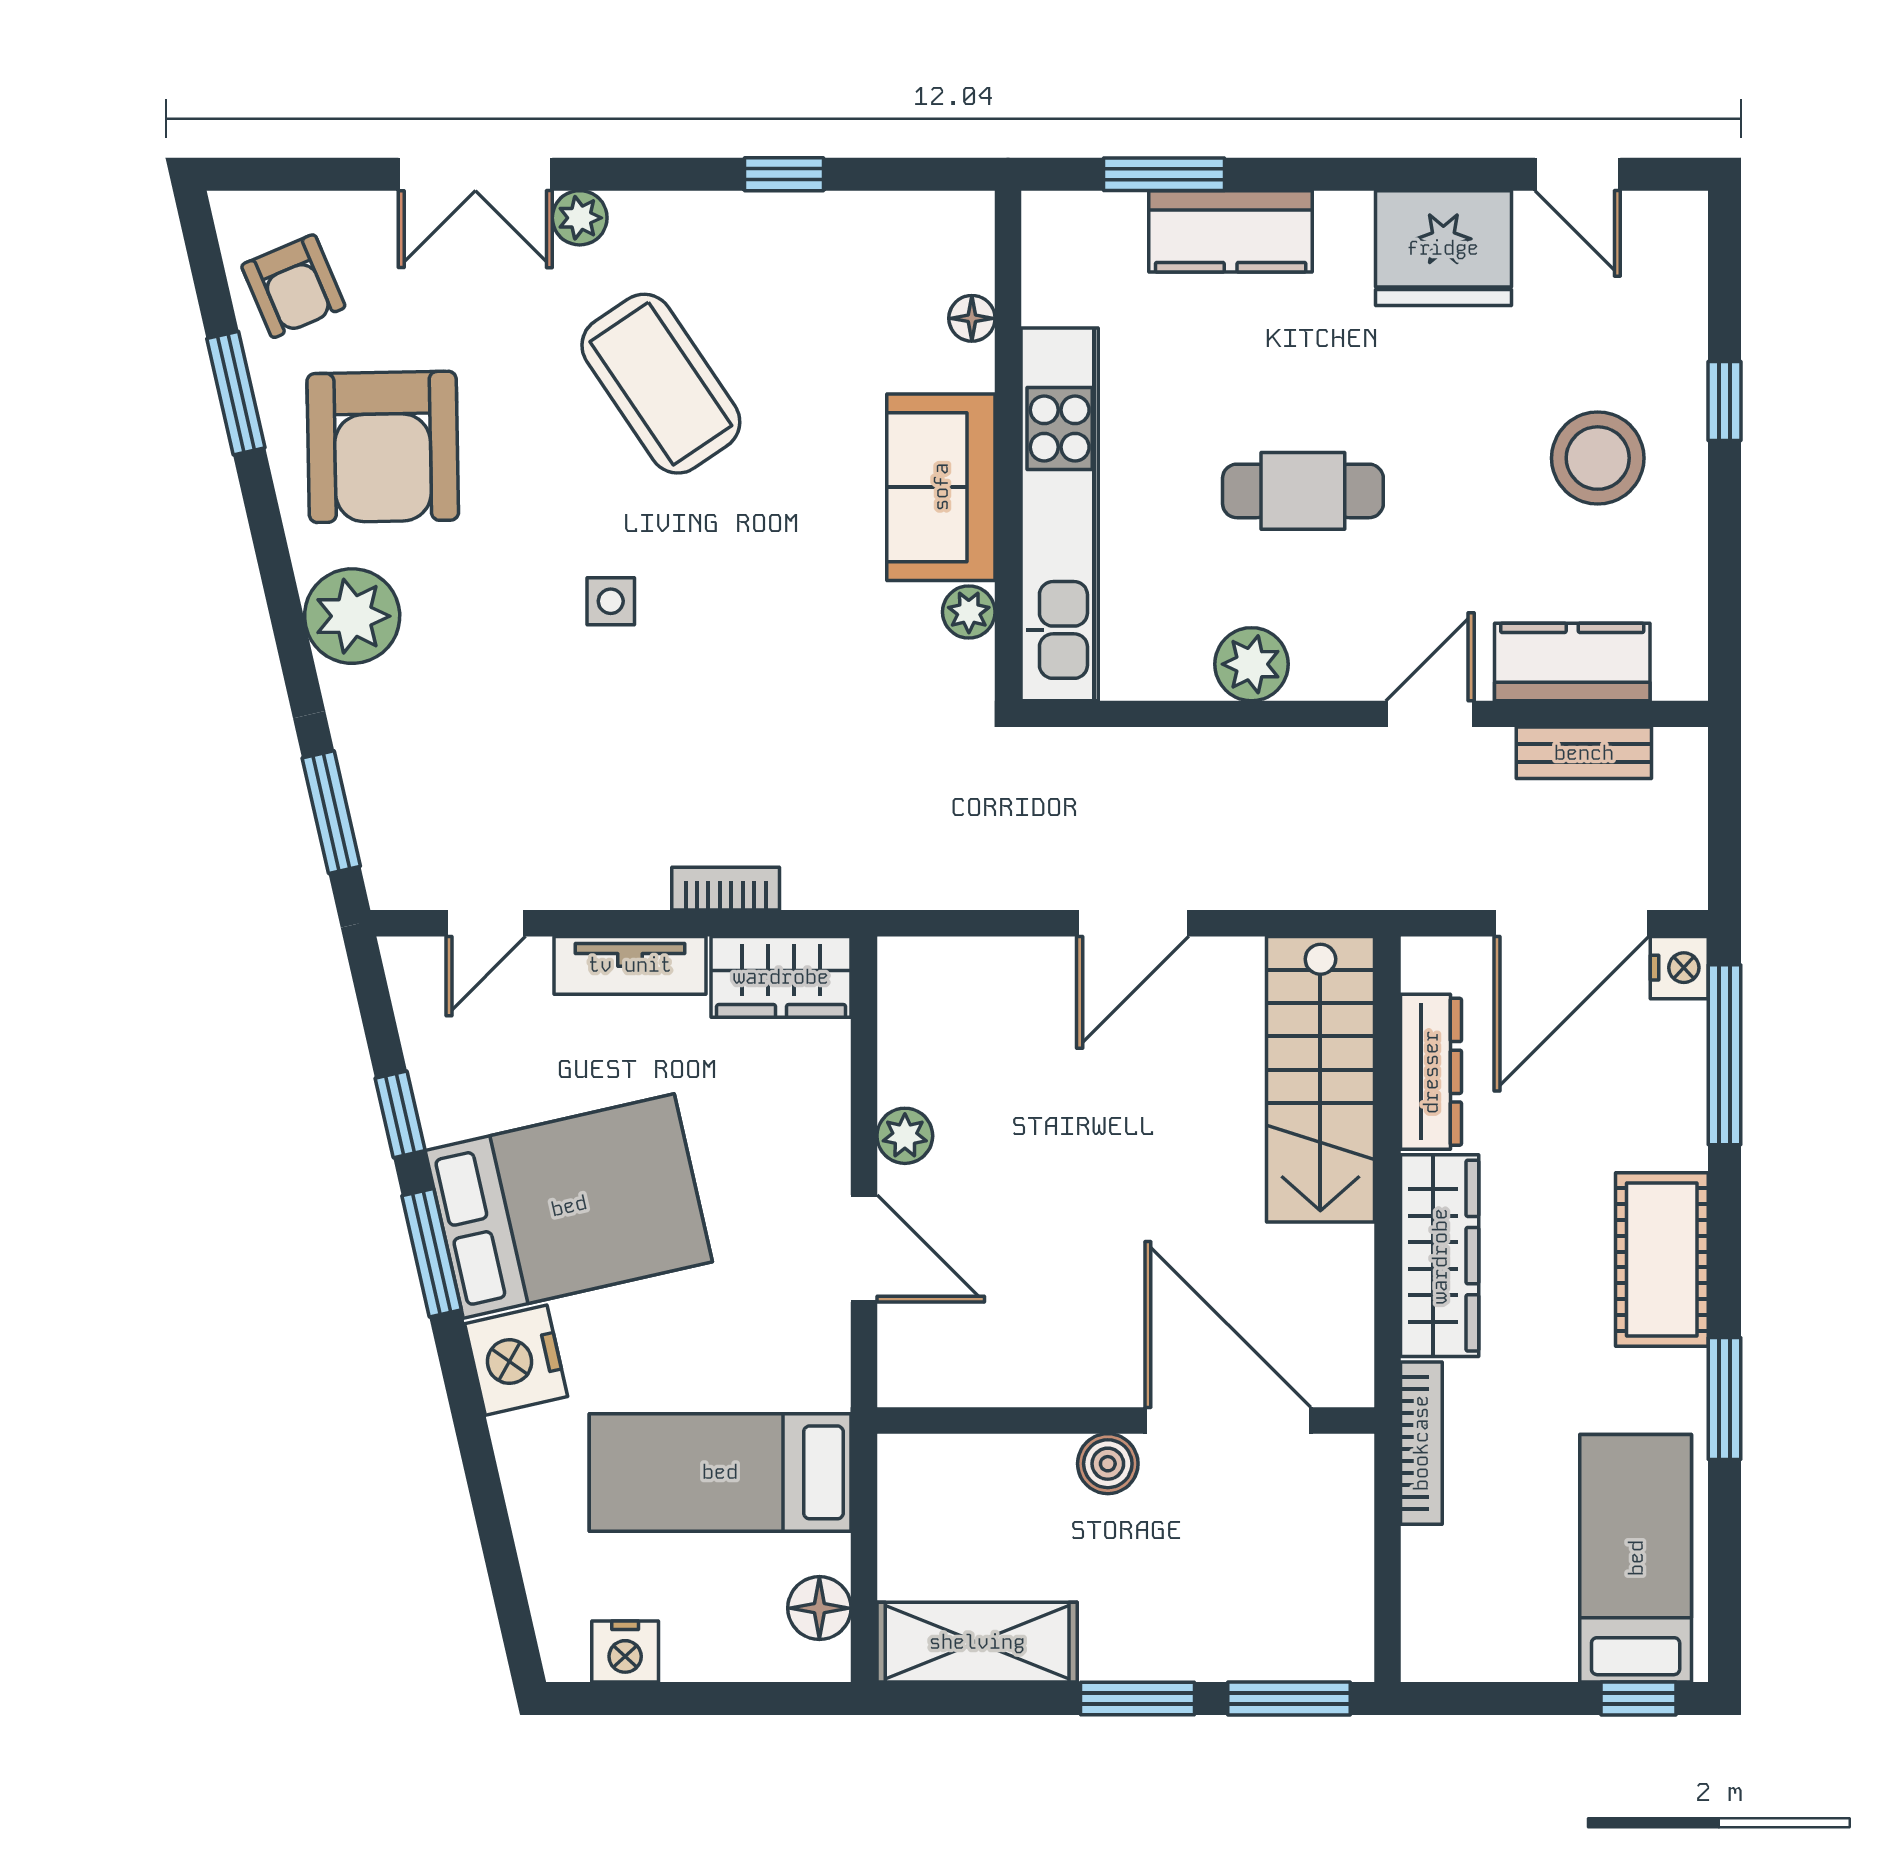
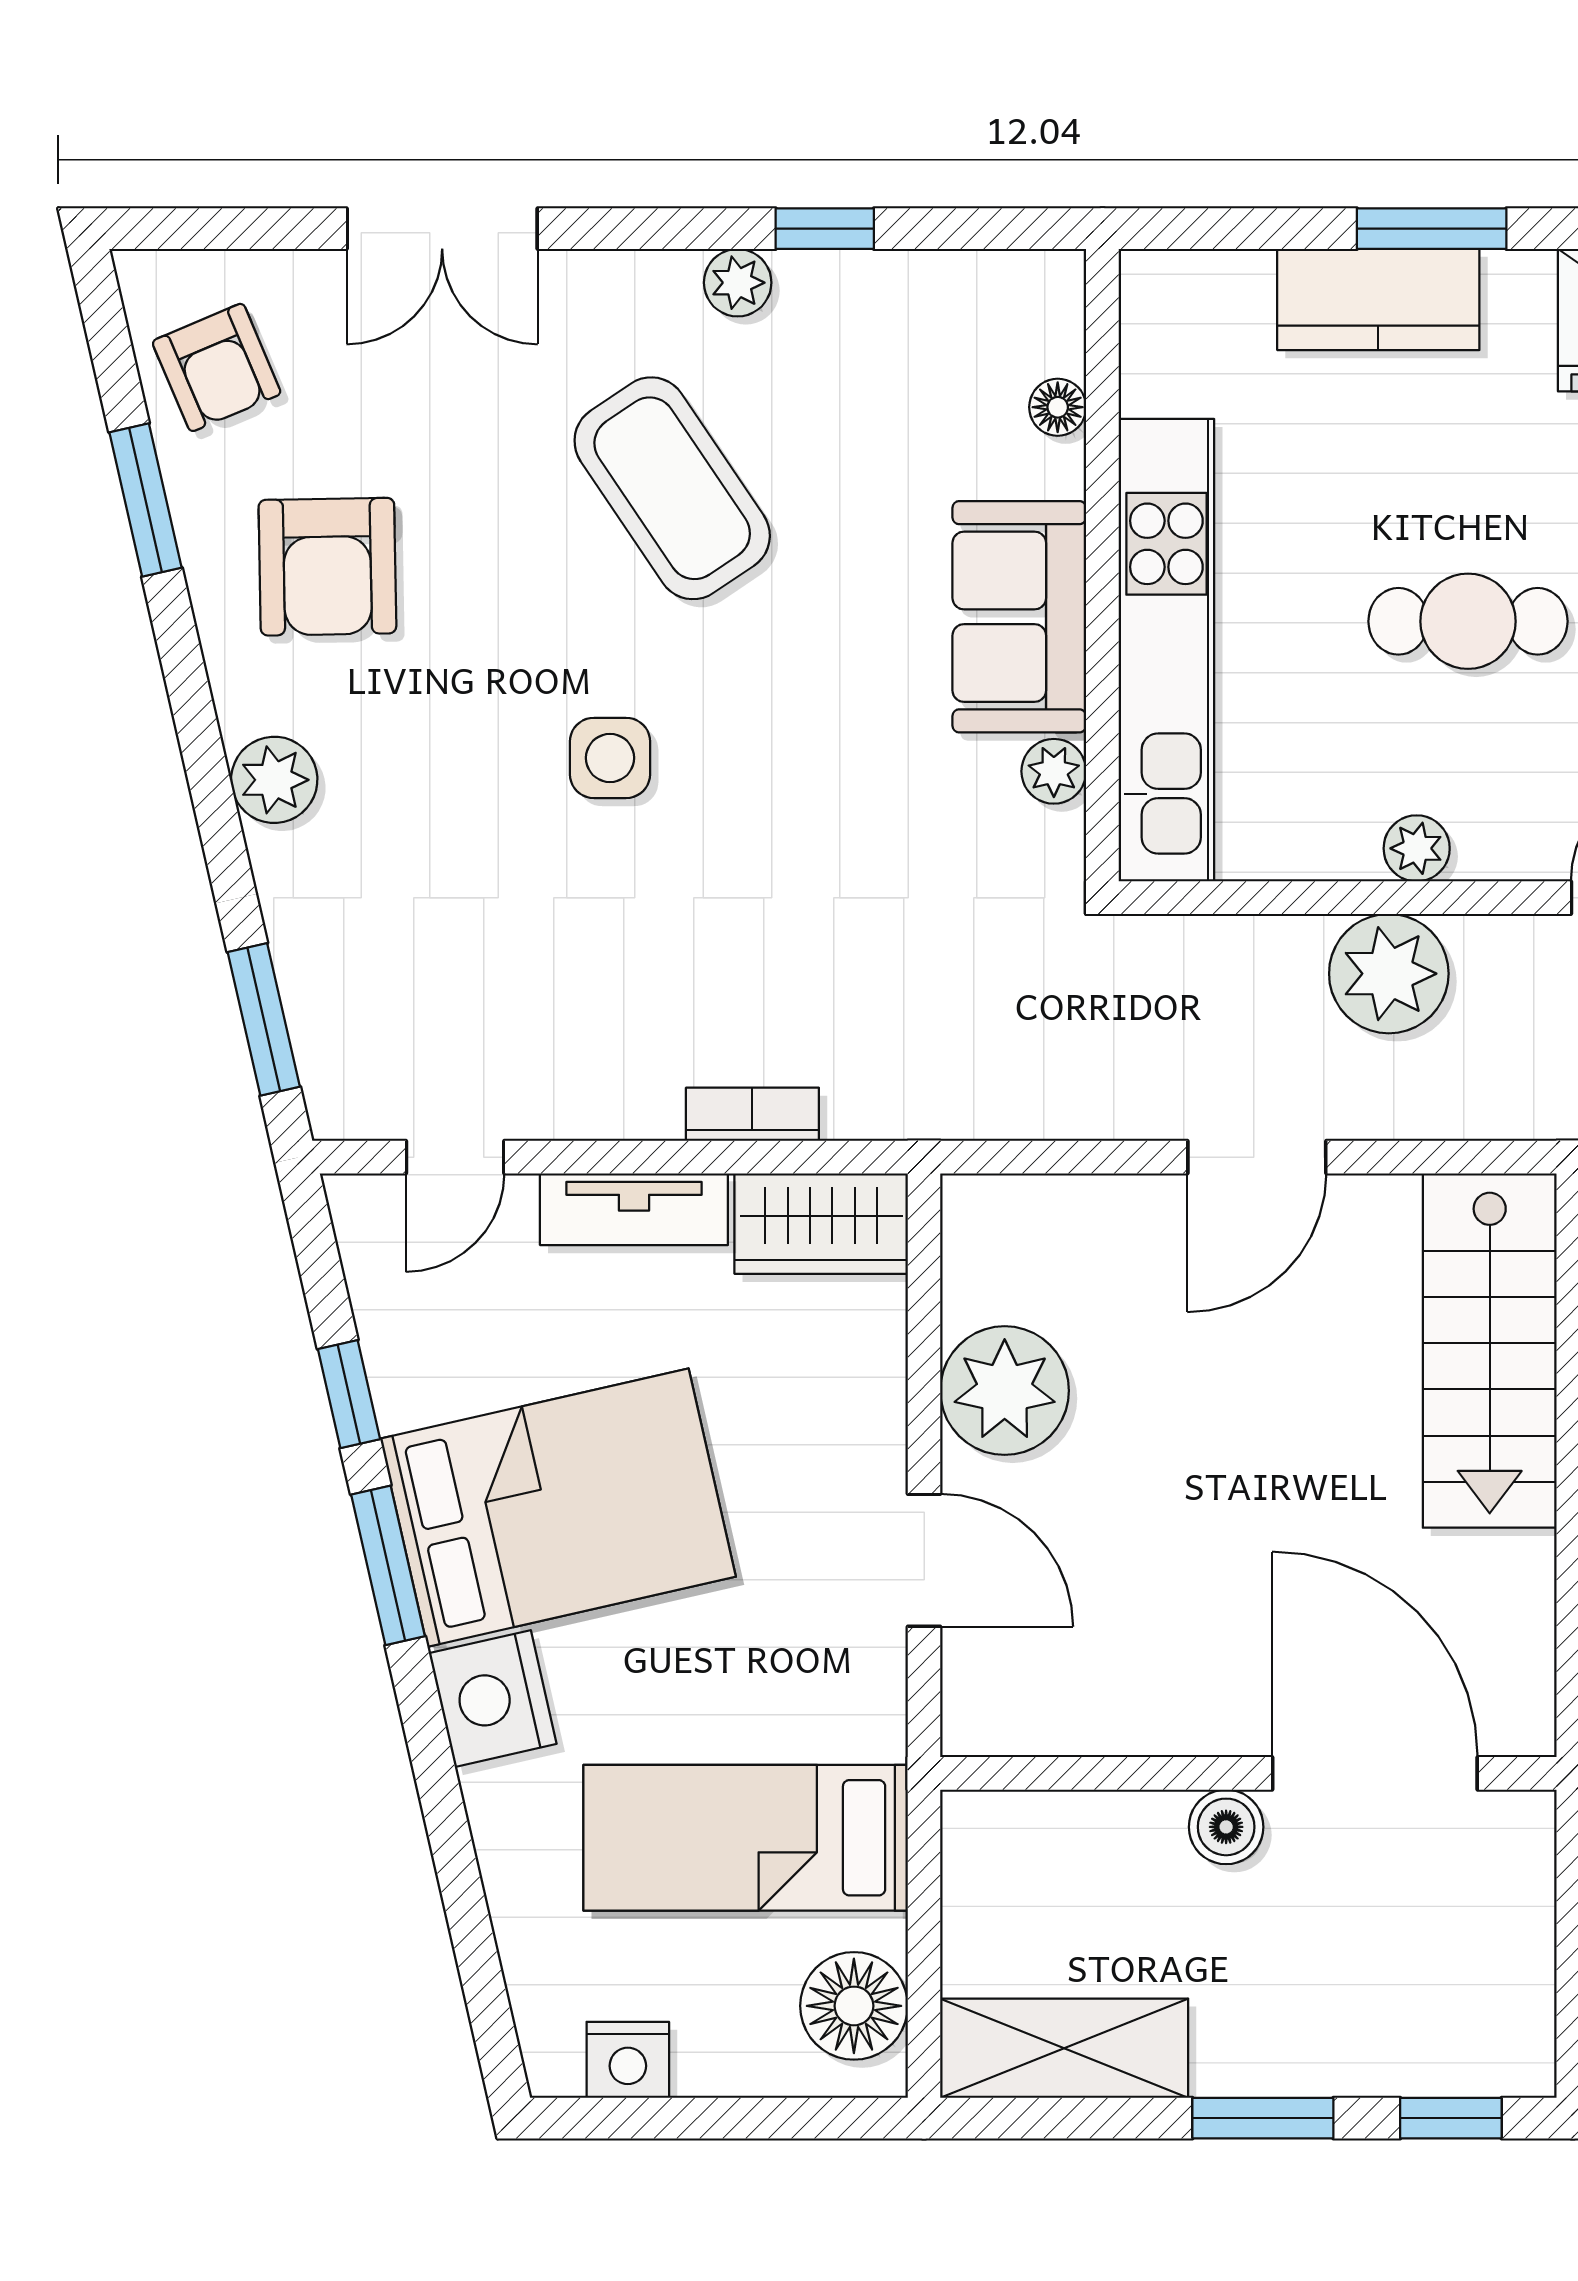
window: (1164, 174) -> (1432, 229), moved
plant: (580, 218) -> (738, 283), moved
armchair: (383, 447) -> (327, 567), width x0.73, depth x0.73
side table: (611, 601) -> (610, 758), width x1.37, depth x1.37
plant: (352, 616) -> (274, 780), width x0.73, depth x0.73
plant: (1252, 664) -> (1417, 848), width x0.73, depth x0.73
plant: (1239, 775) -> (1389, 974), added
plant: (905, 1136) -> (1005, 1391), width x1.88, depth x1.88
floor lamp: (819, 1608) -> (854, 2006), width x1.38, depth x1.38
window: (1289, 1699) -> (1451, 2118), width x0.67

